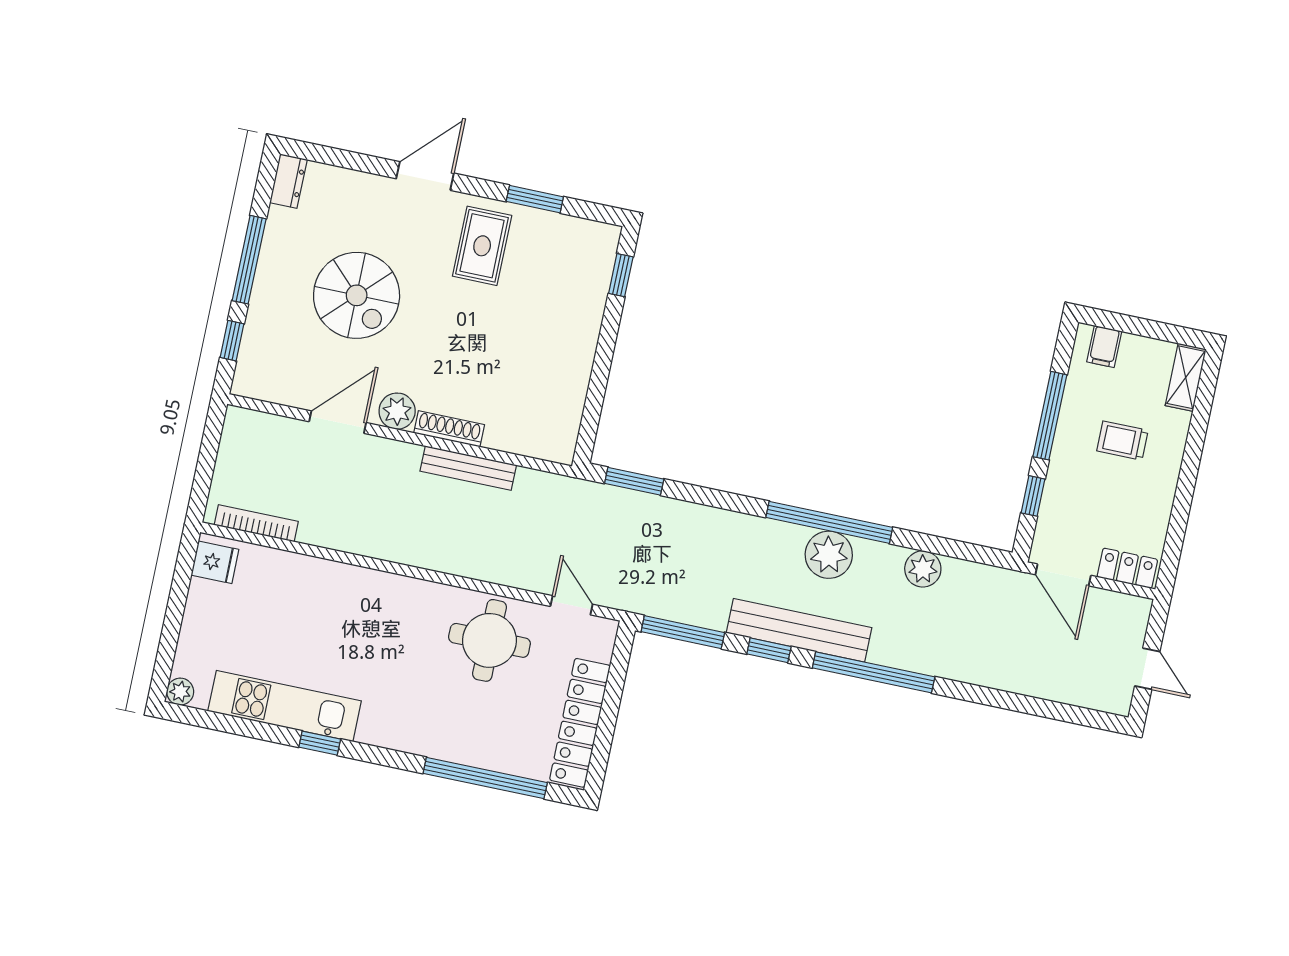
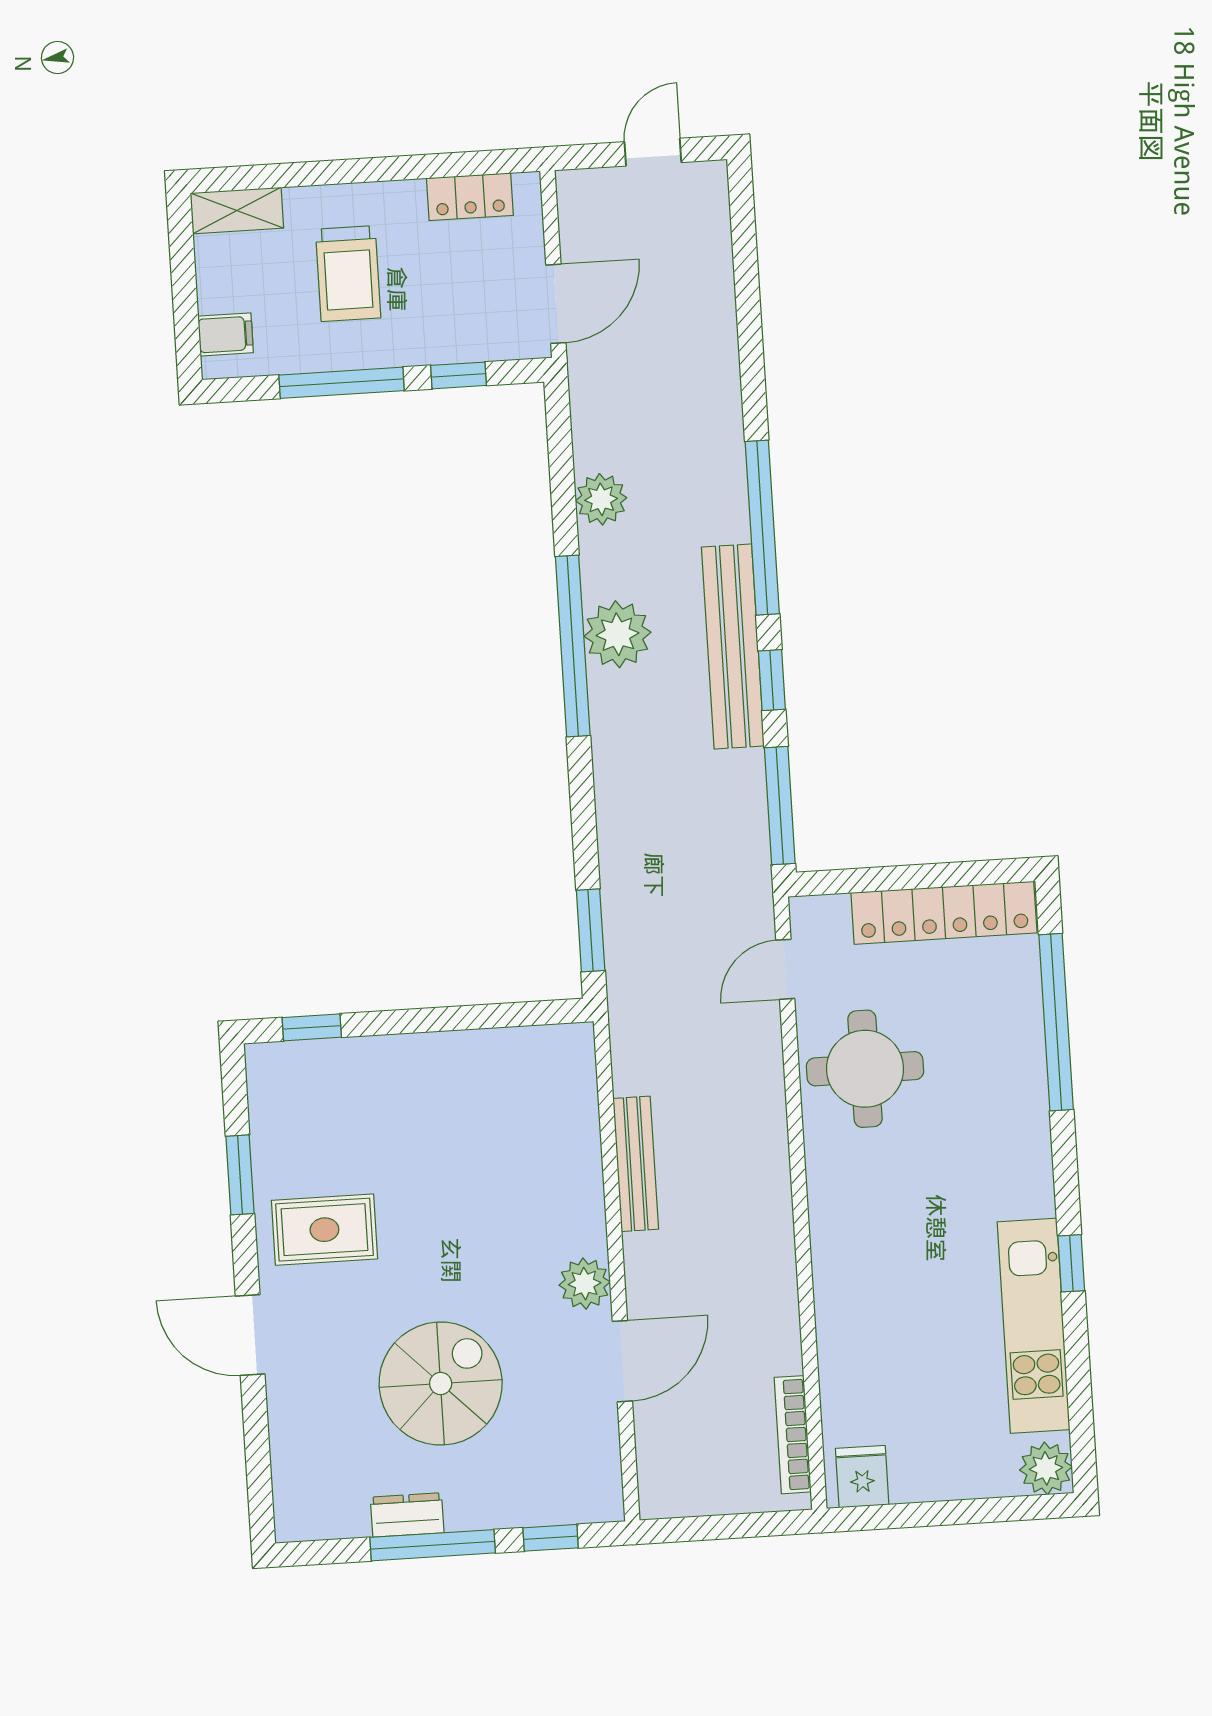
dresser: (288, 181) -> (407, 1515), moved
door: (338, 422) -> (622, 1361), swing flipped
shoe rack: (449, 429) -> (589, 1205), removed
trolley: (1122, 441) -> (348, 274), width x1.36, depth x1.39
locker: (1127, 568) -> (470, 197), moved, turned -90
plant: (180, 692) -> (1046, 1468), width x1.38, depth x1.38

